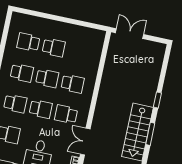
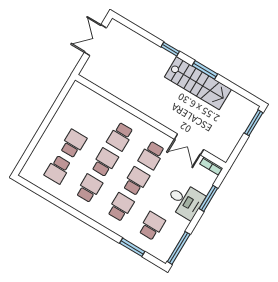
double door: (130, 34) -> (95, 40), moved
school desk: (73, 84) -> (120, 136), turned 180

